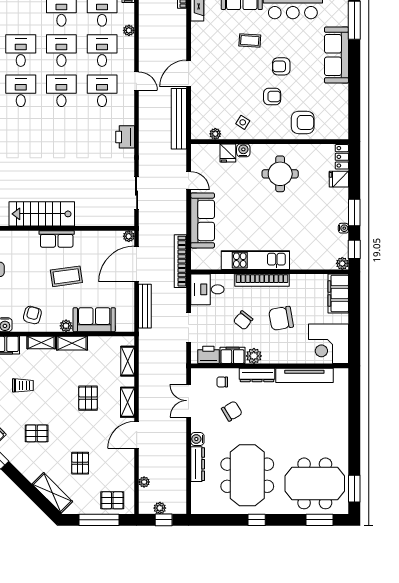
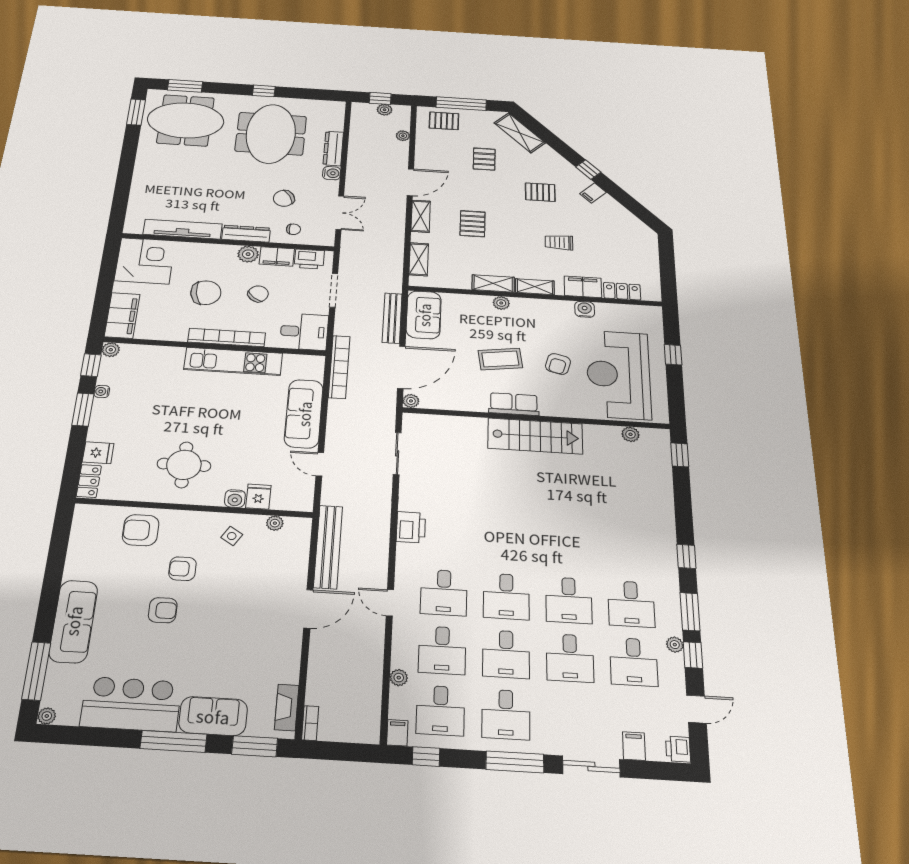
coffee table: (250, 40) -> (208, 651), removed
armchair: (32, 315) -> (558, 364), moved
sofa: (94, 320) -> (424, 315), moved, turned -90

